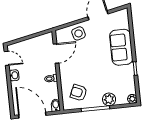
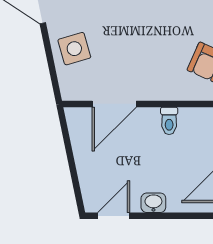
door: (56, 54) -> (114, 104), swing flipped

